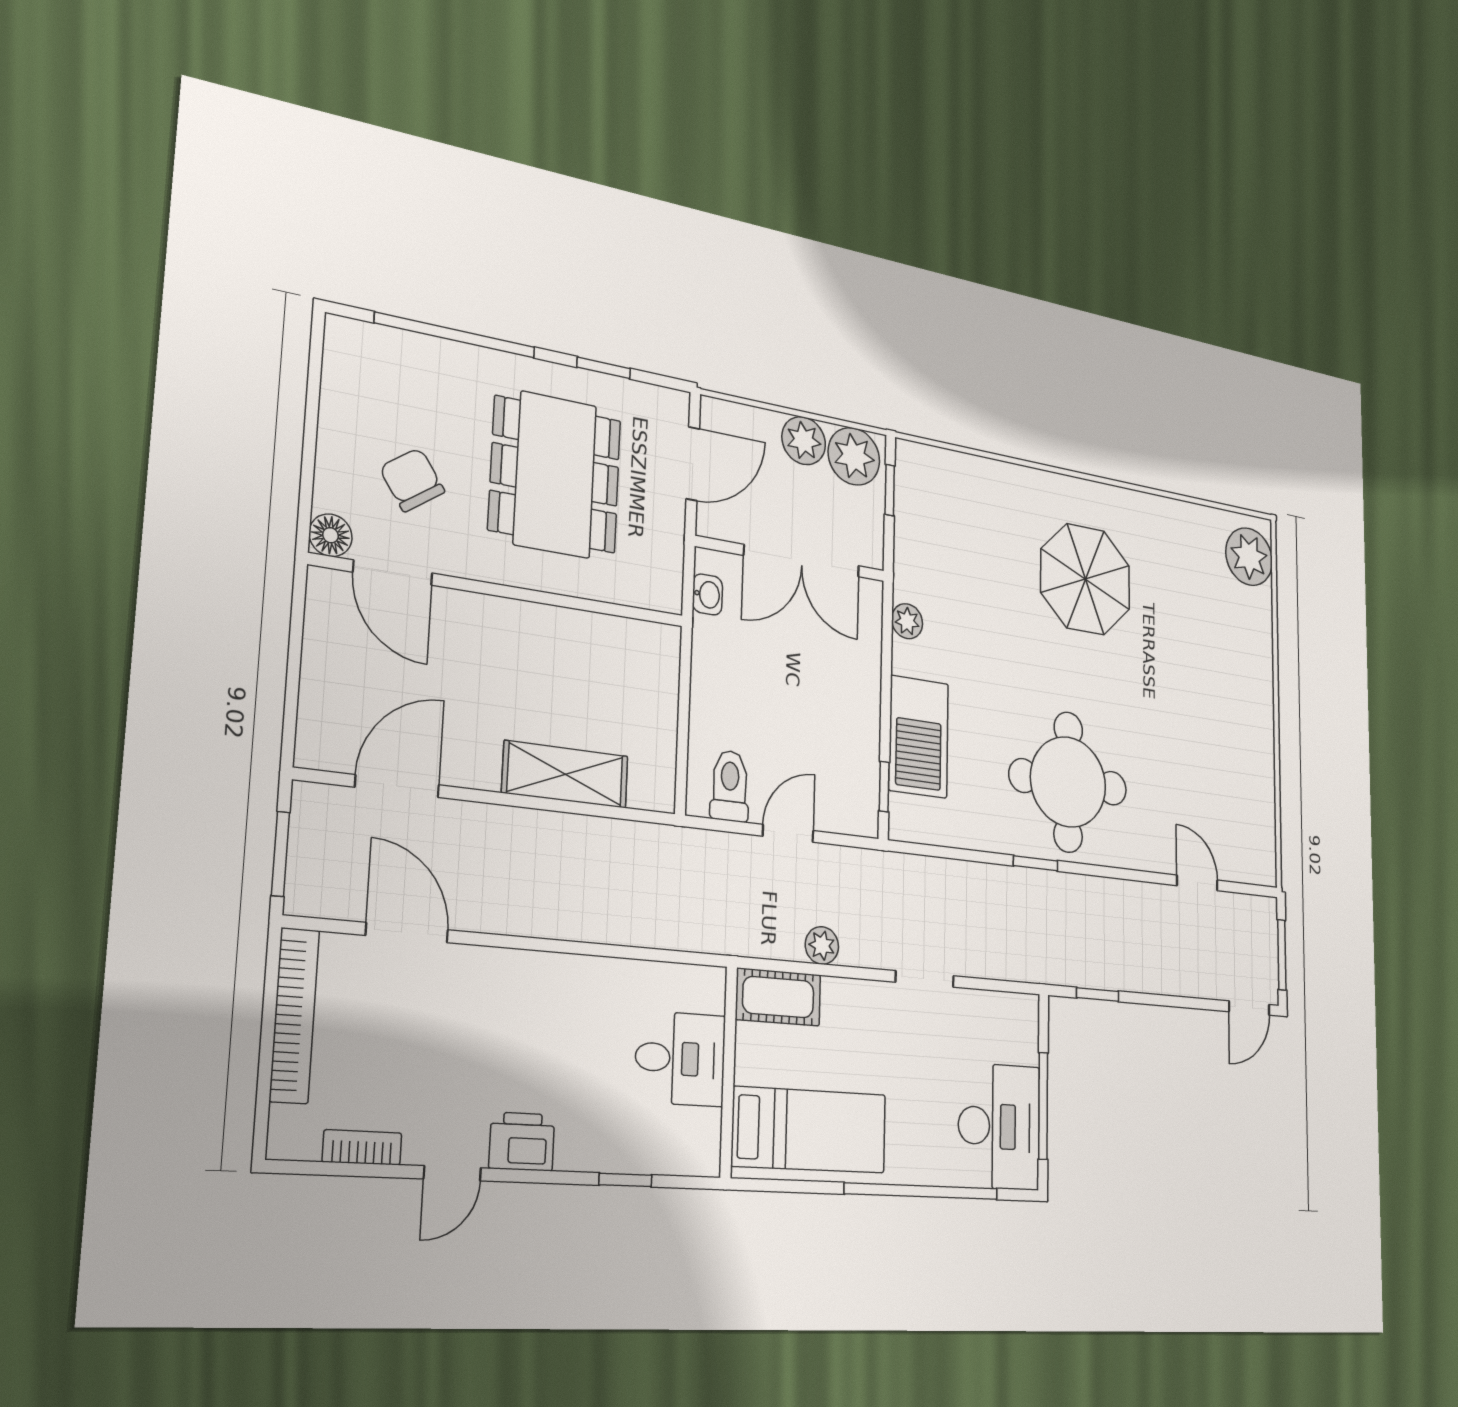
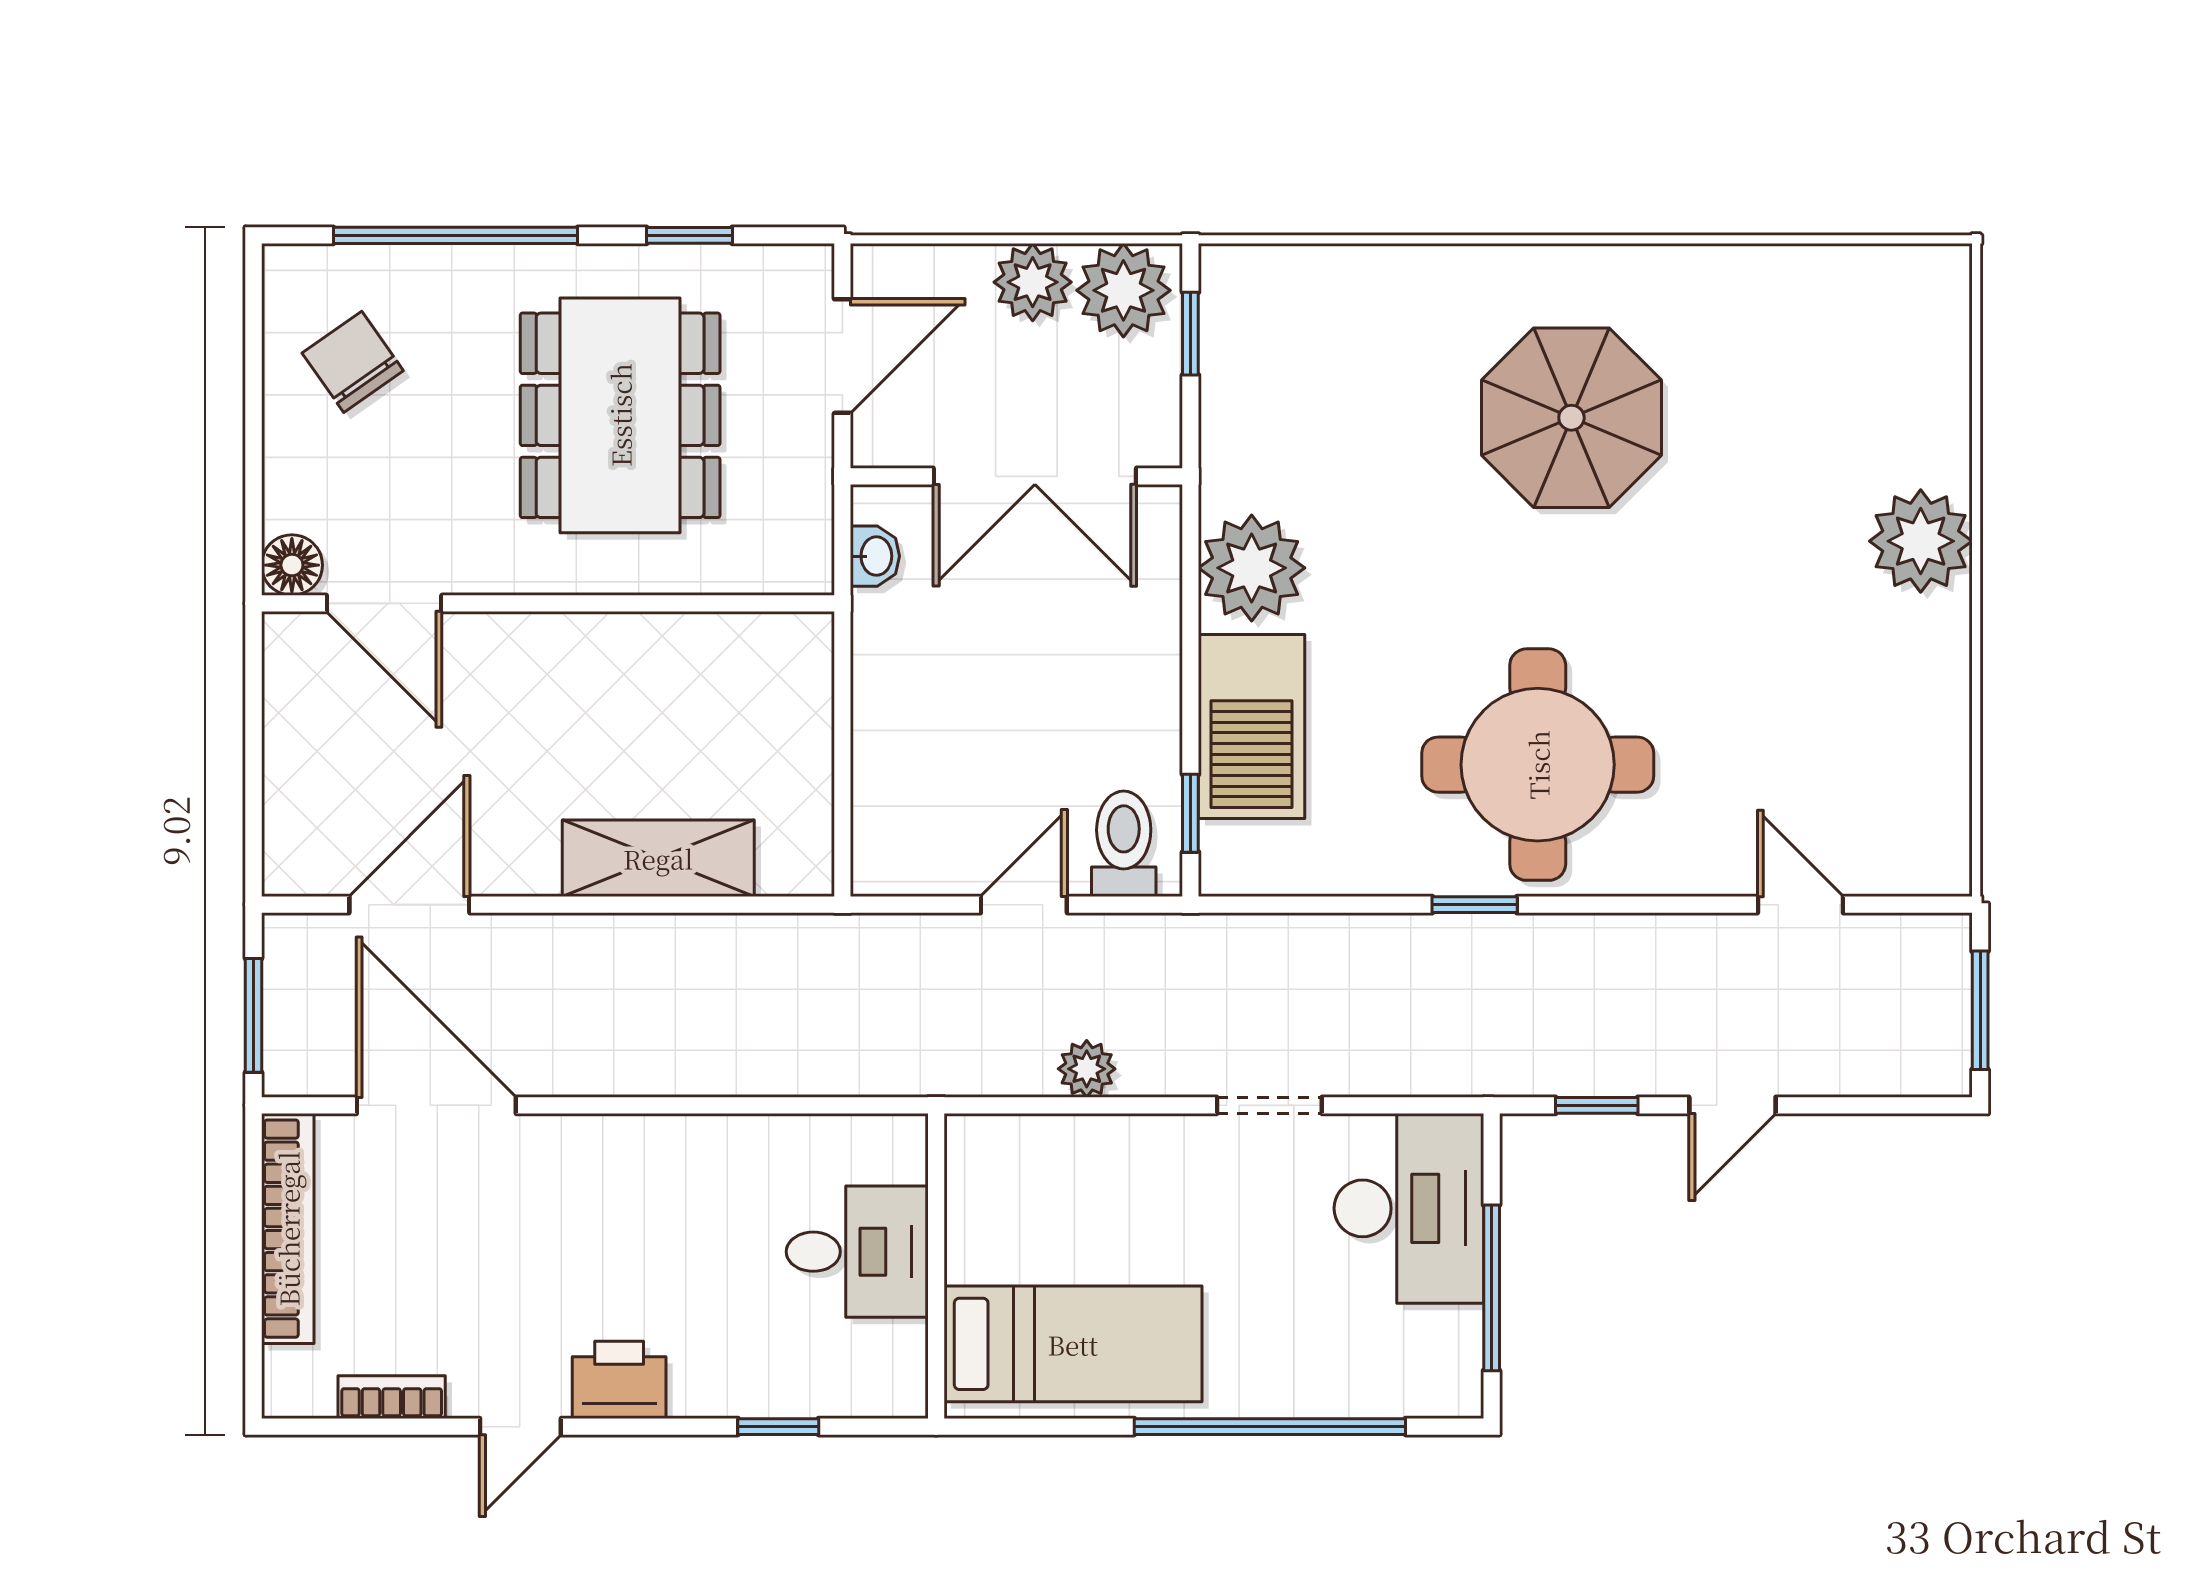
chair: (412, 480) -> (353, 362), moved
plant: (1249, 557) -> (1921, 541), moved
plant: (907, 621) -> (1252, 568), width x1.88, depth x1.88
toilet: (730, 786) -> (1124, 844), moved
door: (407, 933) -> (436, 1105), width x1.36
cot: (778, 997) -> (1015, 1152), removed
door: (1249, 1008) -> (1732, 1105), moved
desk: (999, 1126) -> (1409, 1208), moved

